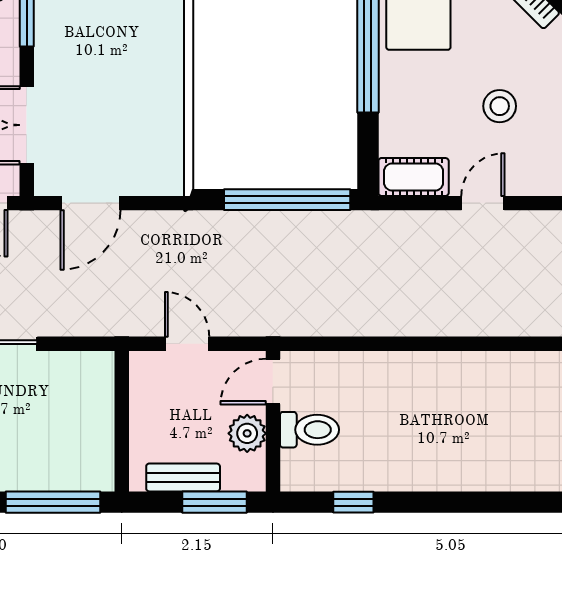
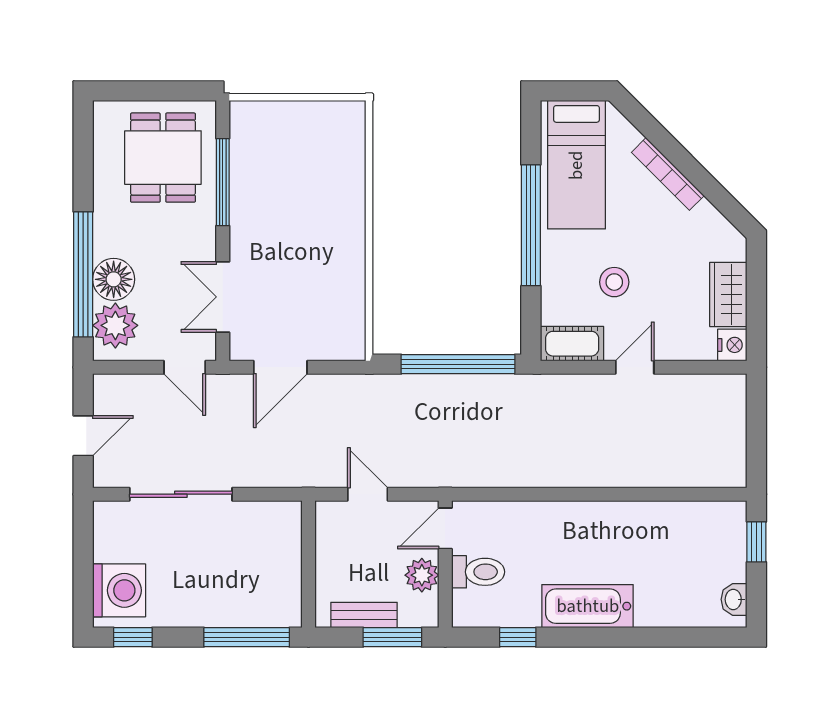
stool: (500, 106) -> (614, 282), moved
bathtub: (431, 468) -> (588, 606), added

